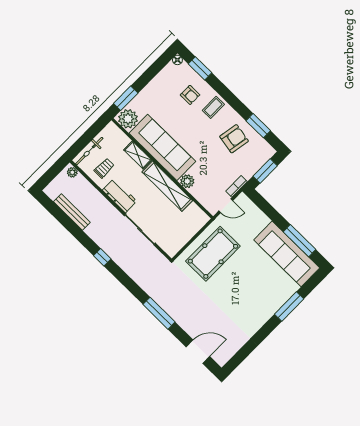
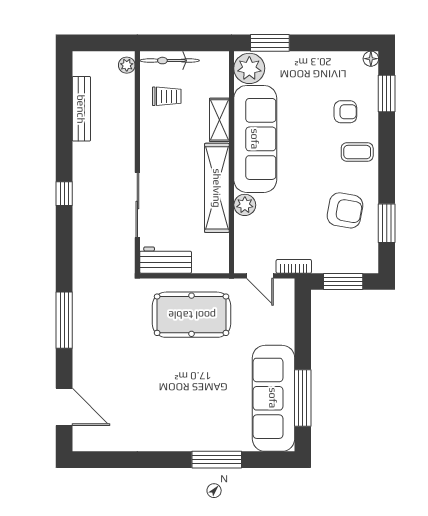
armchair: (190, 95) -> (345, 112), turned -90
workbench: (120, 196) -> (166, 260), moved, turned -90

